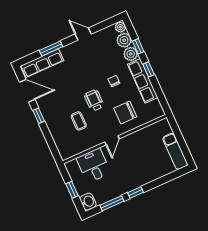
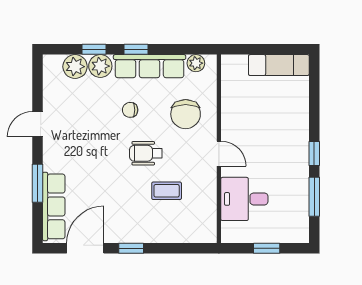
plant: (120, 27) -> (196, 63), moved
washbasin: (88, 202) -> (295, 232), removed

